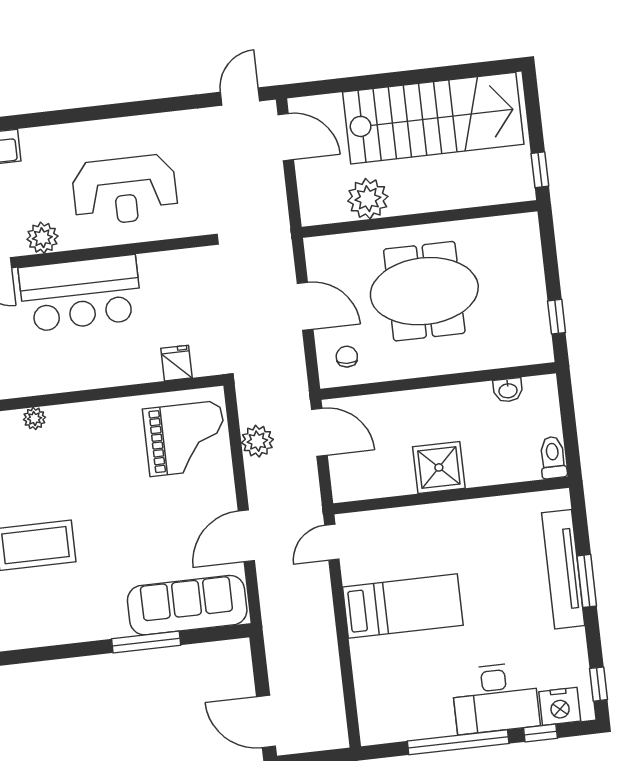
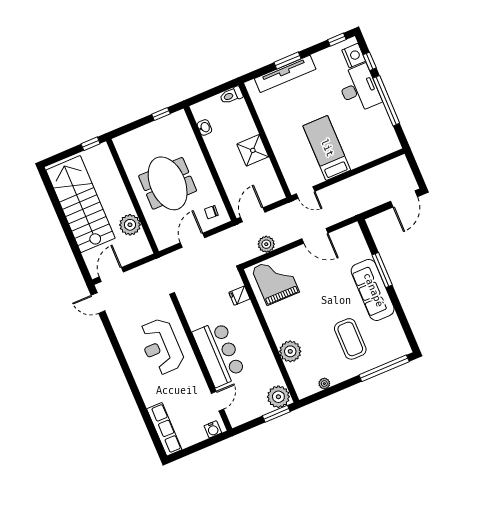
reception desk: (125, 190) -> (161, 347), turned 180
plant: (42, 238) -> (197, 380), removed
plant: (34, 418) -> (290, 351), width x1.88, depth x1.88
sofa: (187, 605) -> (373, 290), moved

